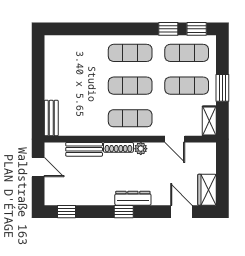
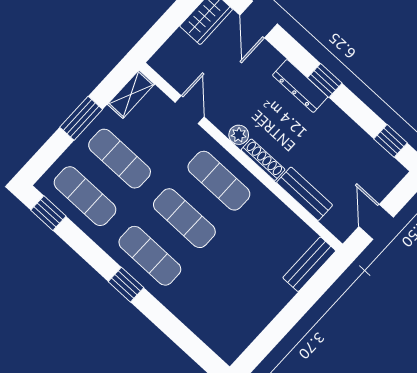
window: (168, 29) -> (126, 285), moved

